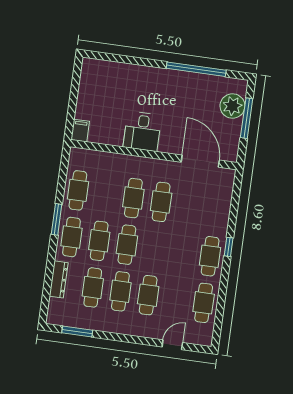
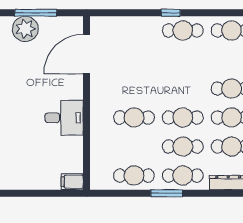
cafe table: (161, 202) -> (134, 89), removed

